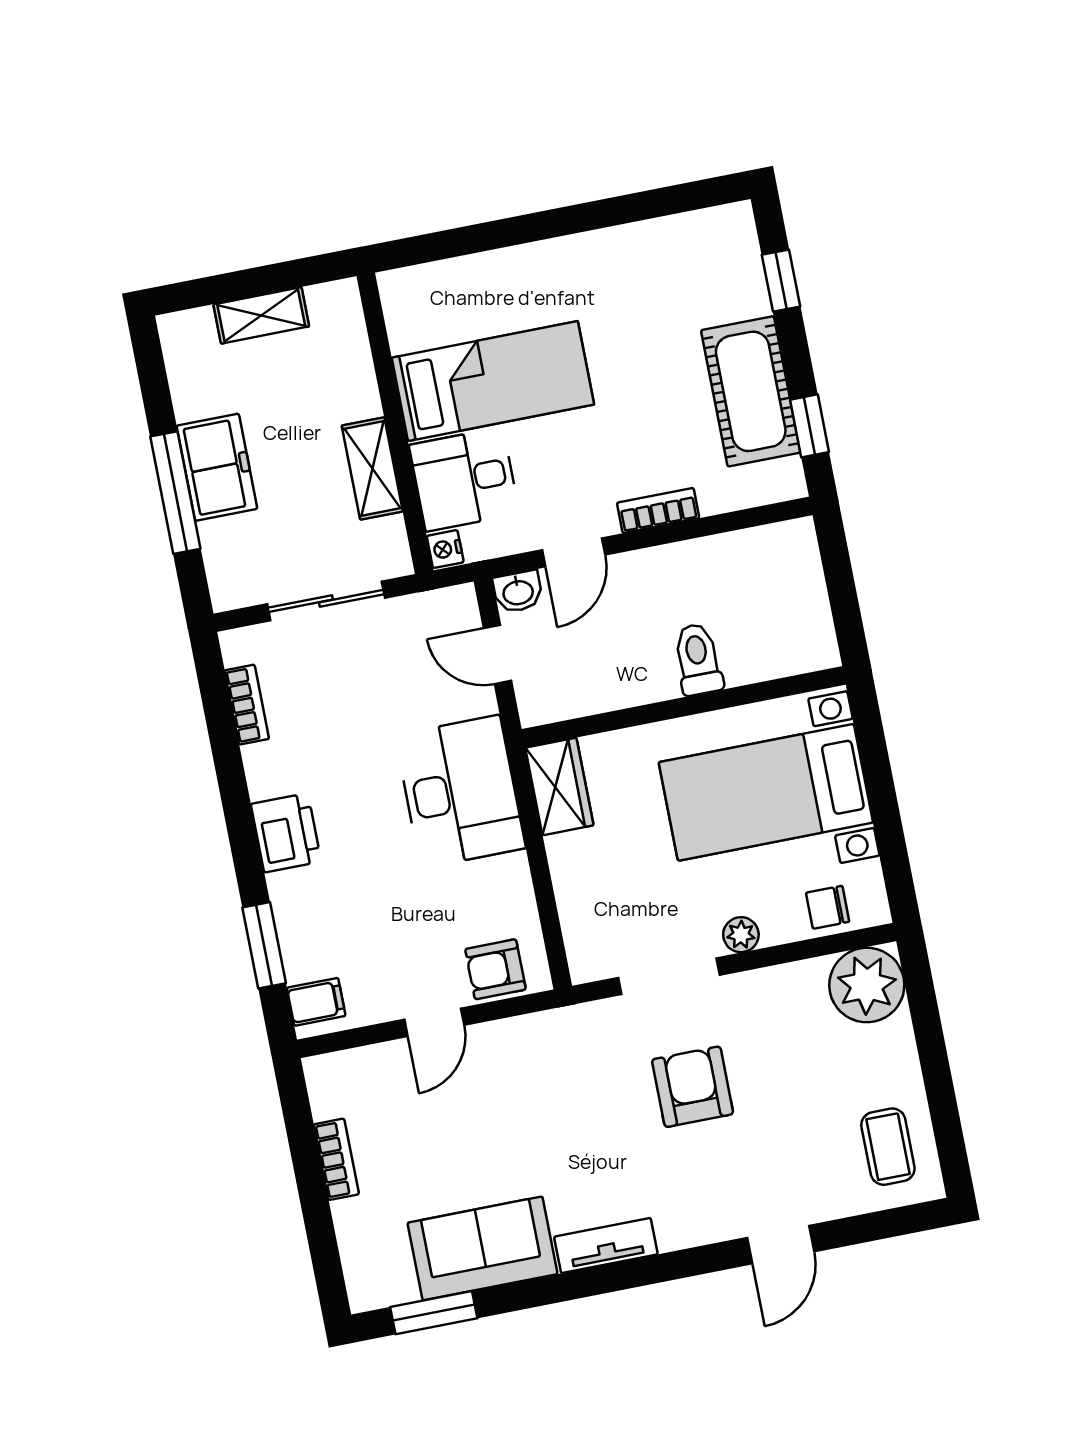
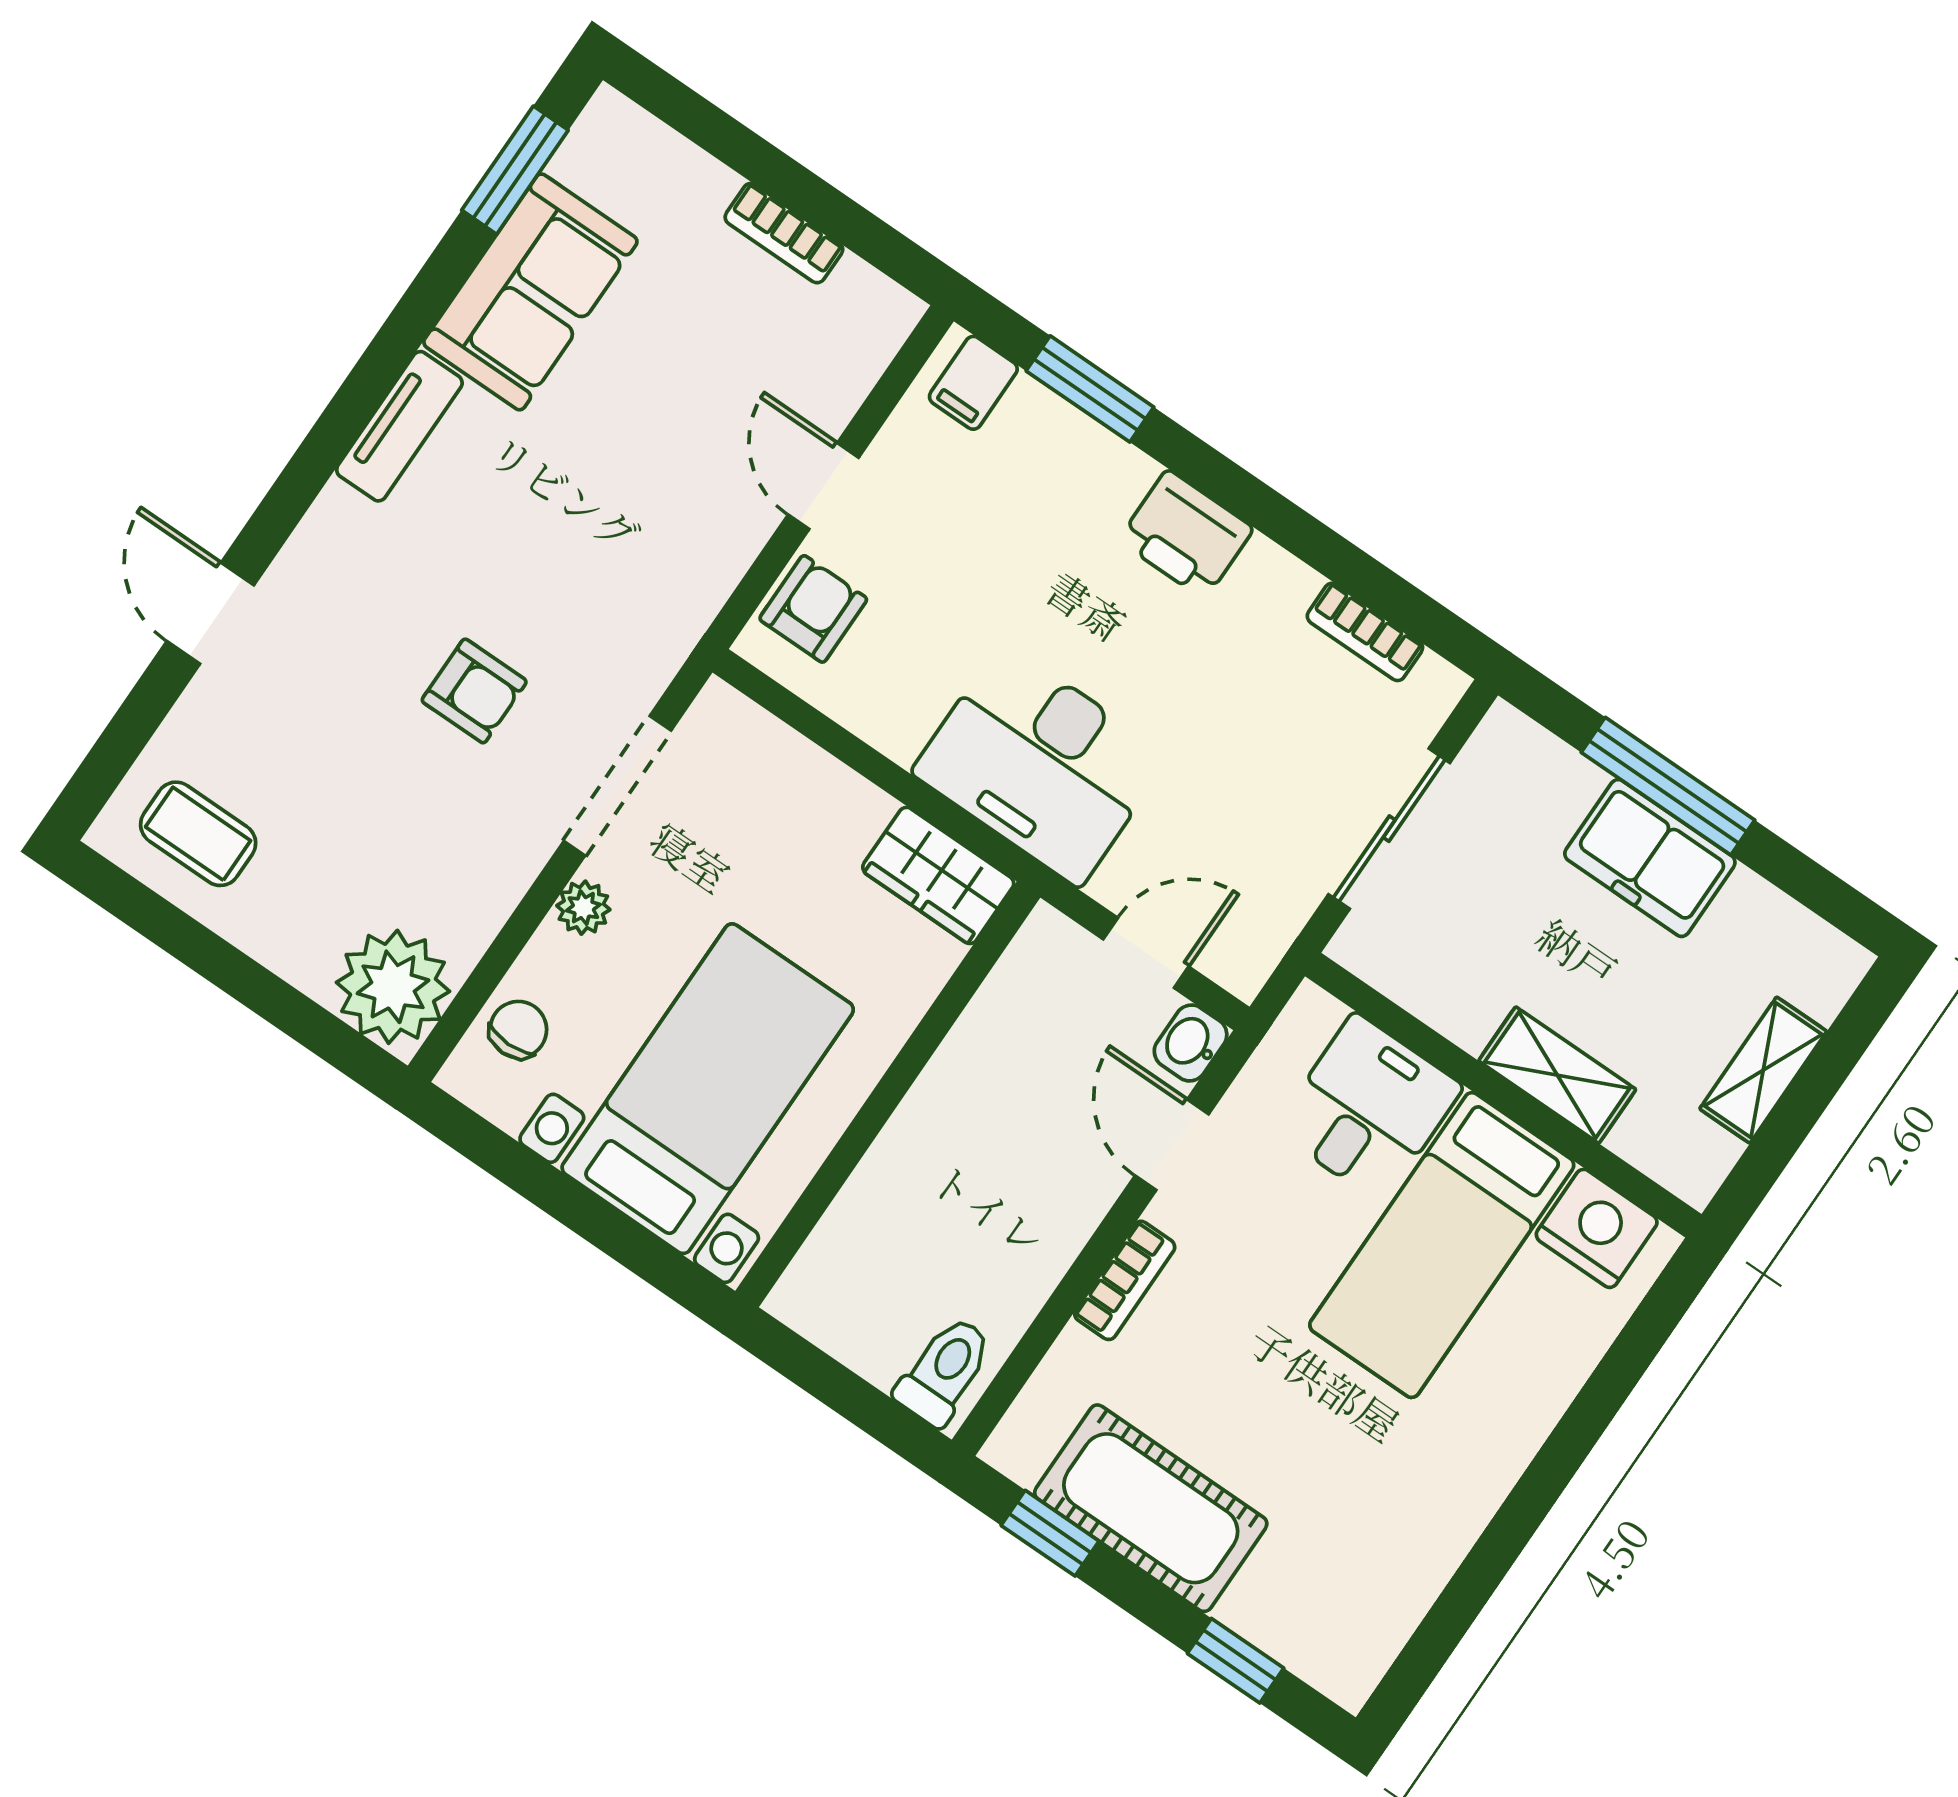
shelving: (372, 468) -> (1557, 1075), moved
nightstand: (445, 549) -> (1597, 1228), moved, width x1.89, depth x1.79
toilet: (698, 659) -> (944, 1371), moved, turned -90
armchair: (693, 1087) -> (474, 691), width x0.72, depth x0.72

